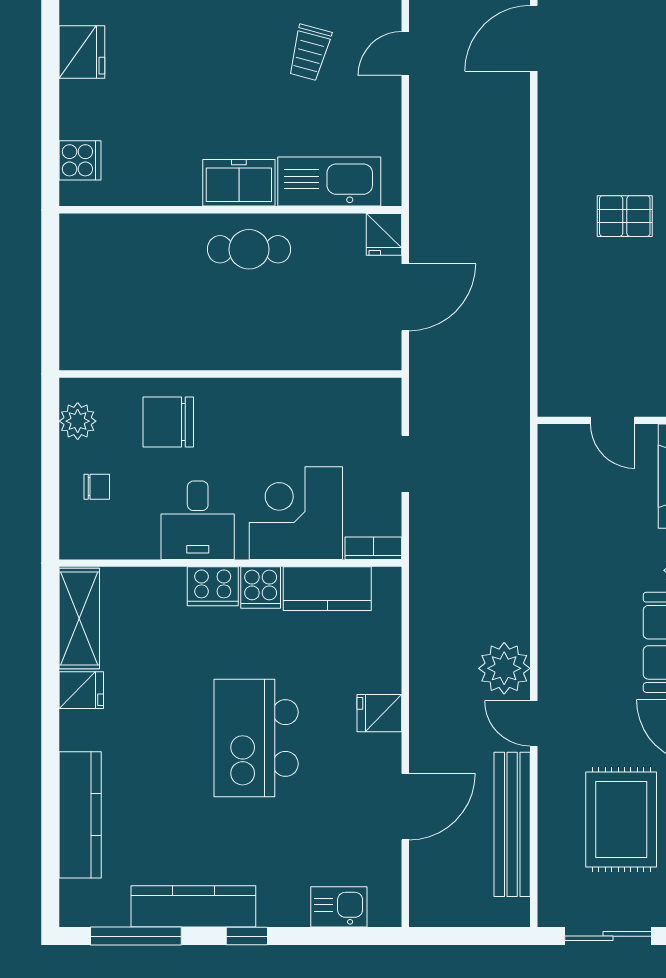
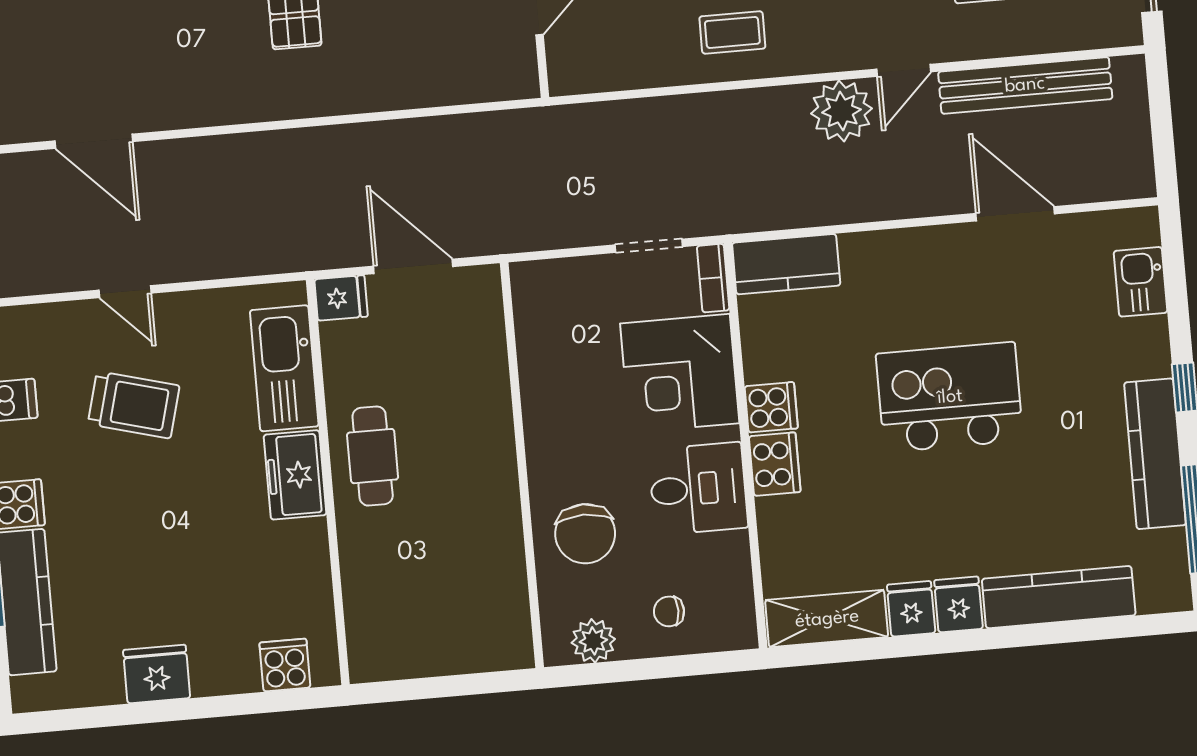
trolley: (310, 52) -> (134, 405), width x1.36, depth x1.39
doorway: (405, 464) -> (649, 246), moved
chair: (97, 487) -> (669, 611), turned -90
coffee table: (578, 582) -> (732, 32), added
kitchen counter: (327, 589) -> (786, 264), moved, turned 90
fridge: (379, 713) -> (958, 604), moved, turned 180
kitchen island: (256, 738) -> (950, 397), turned 180

